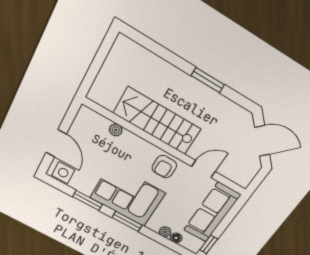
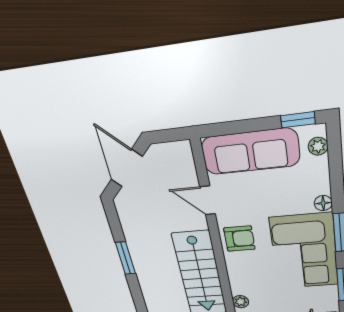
plant: (165, 232) -> (318, 146), moved
floor lamp: (176, 238) -> (323, 203), moved

